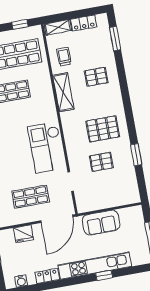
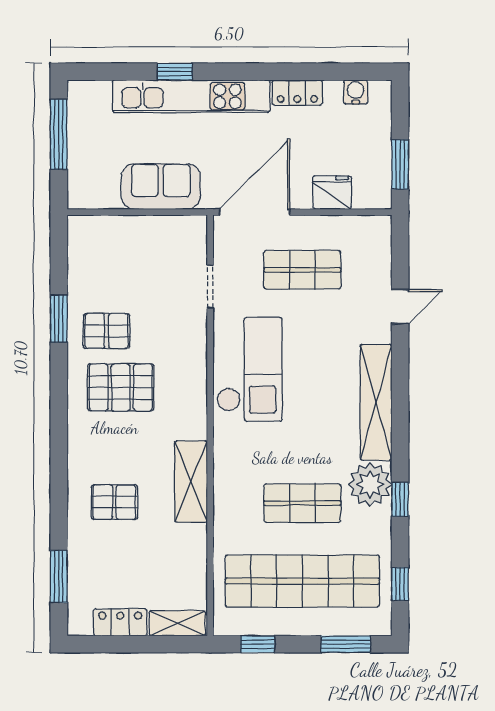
trolley: (64, 57) -> (176, 558), removed
pallet: (101, 162) -> (107, 331), moved

